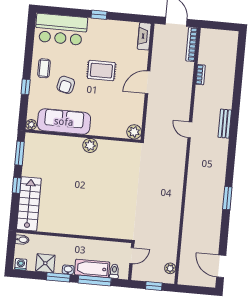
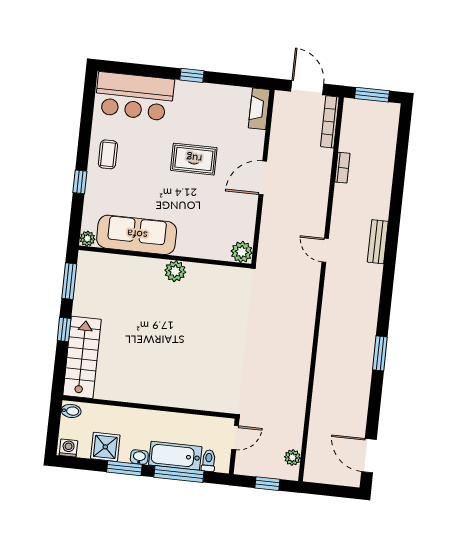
window: (219, 26) -> (372, 95), added
armchair: (66, 85) -> (140, 180), removed

